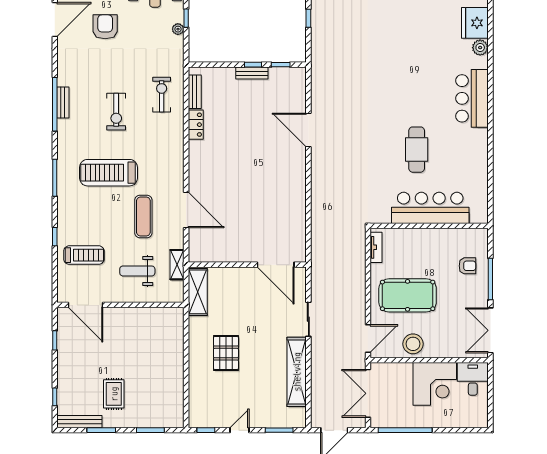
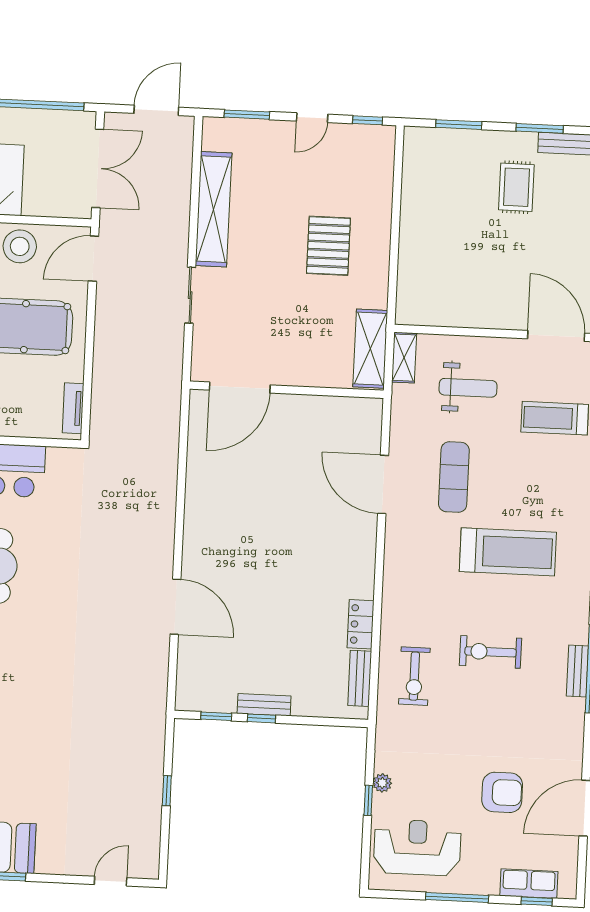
armchair: (105, 27) -> (502, 792), turned -90
exercise bike: (116, 112) -> (491, 652), turned -90
shelving: (177, 265) -> (404, 358), moved
door: (276, 265) -> (240, 388), swing flipped

